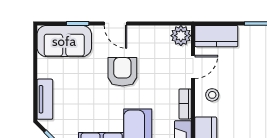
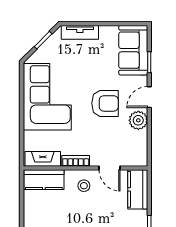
plant: (181, 36) -> (138, 120), moved

